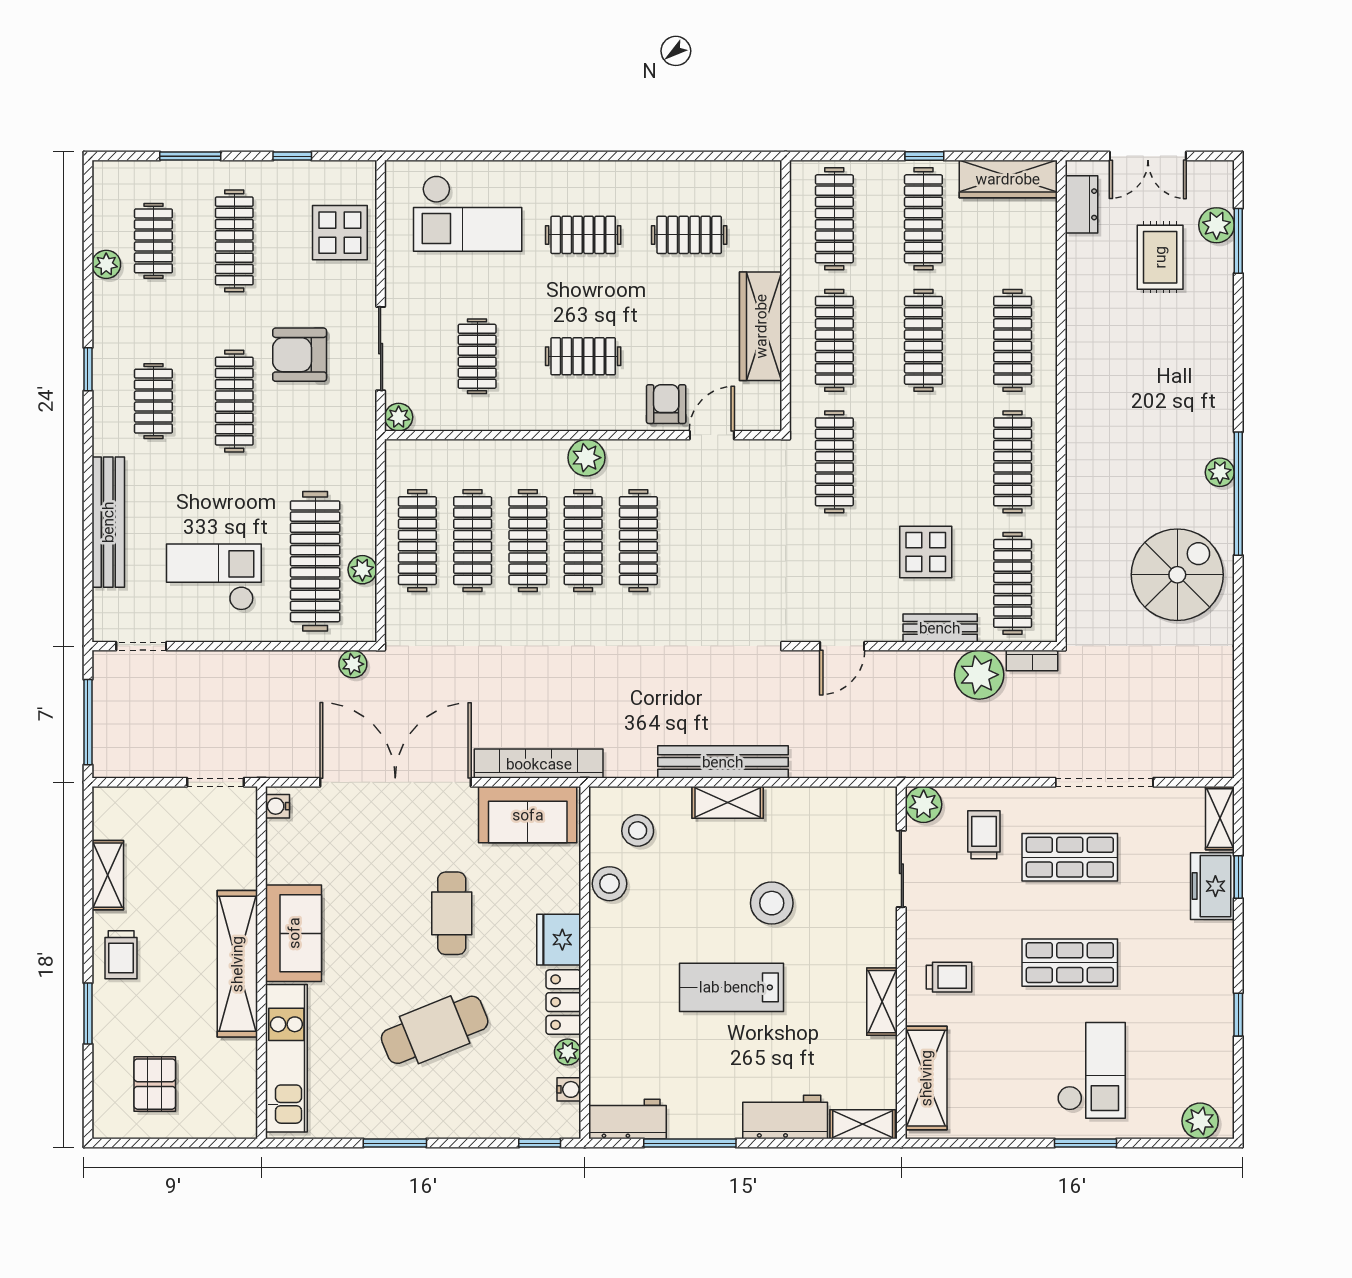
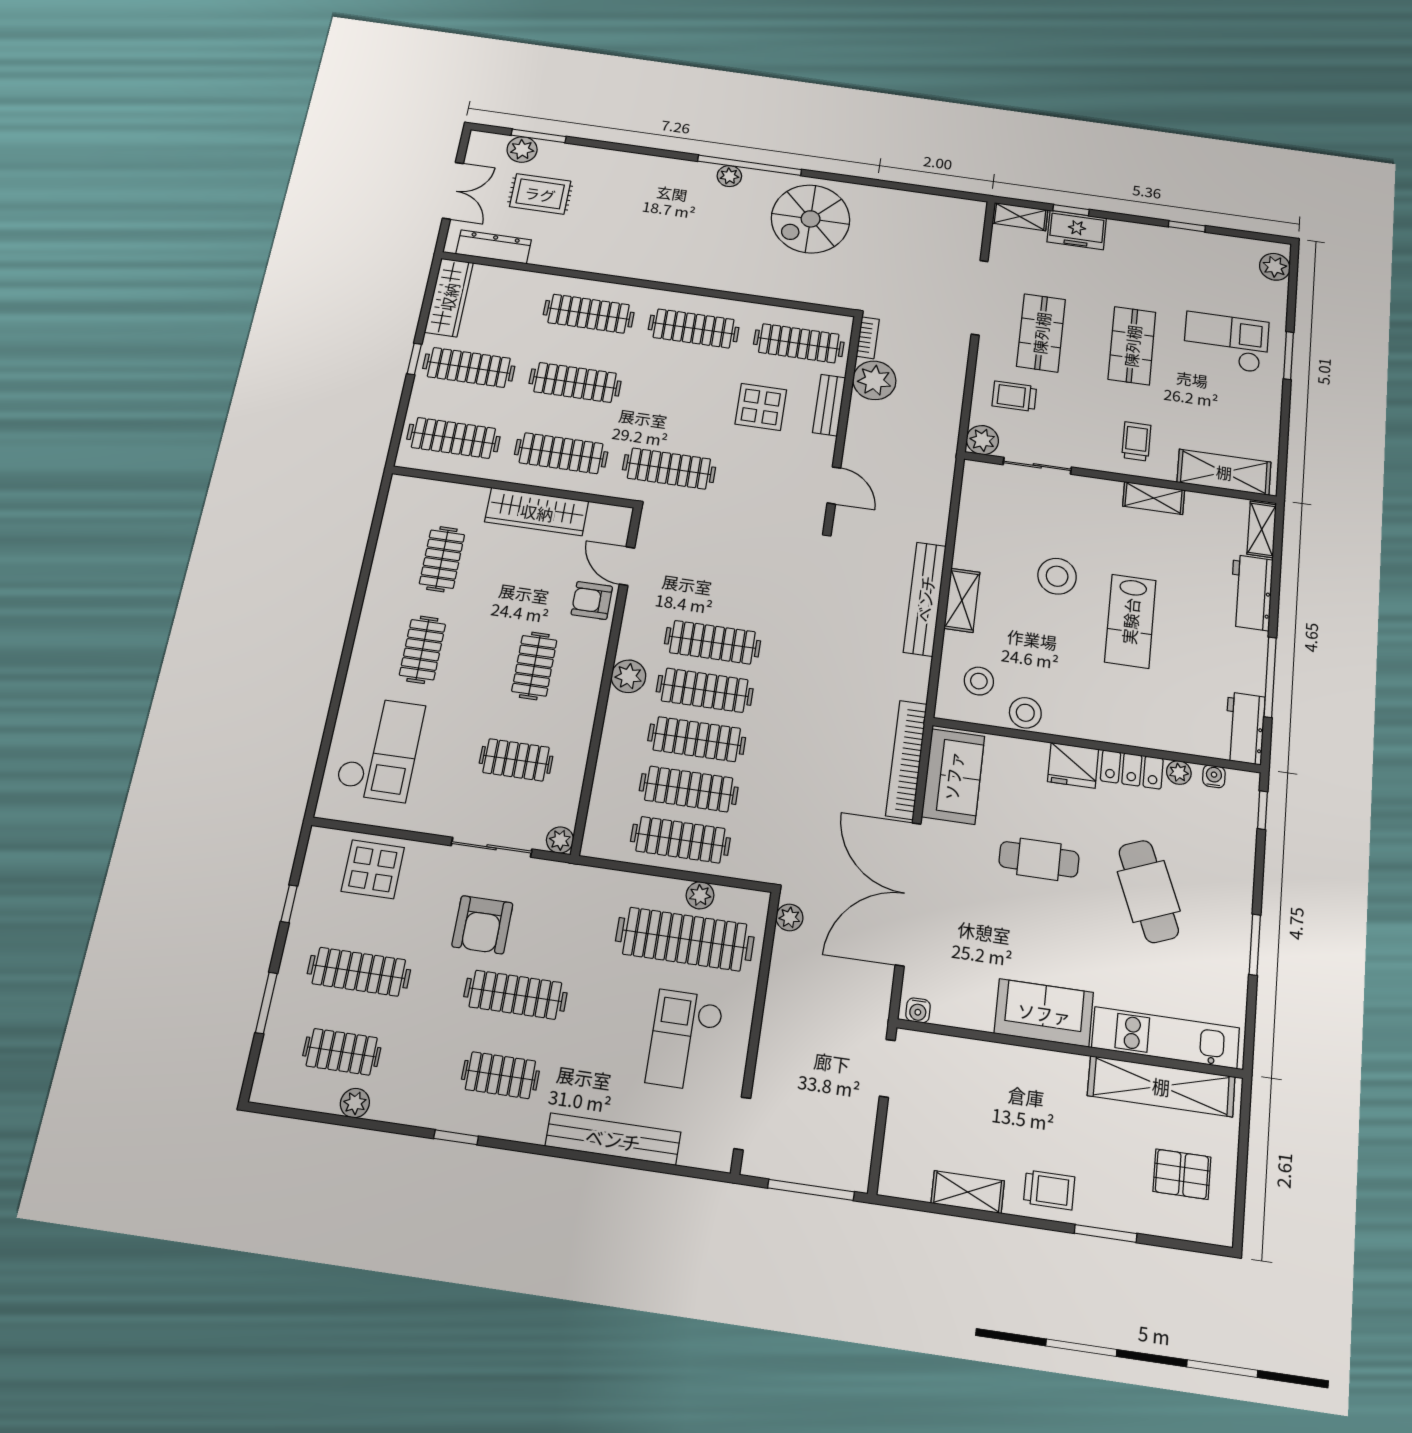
dresser: (1082, 204) -> (494, 247), width x1.44
spiral stairs: (1177, 575) -> (811, 219), turned -90
shelving: (237, 964) -> (1161, 1086), moved

